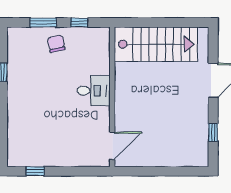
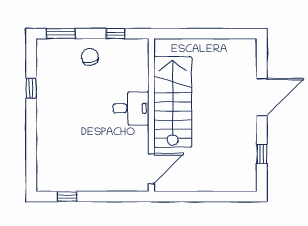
window: (43, 22) -> (61, 34), moved
stairs: (156, 44) -> (173, 102), moved, turned -90

